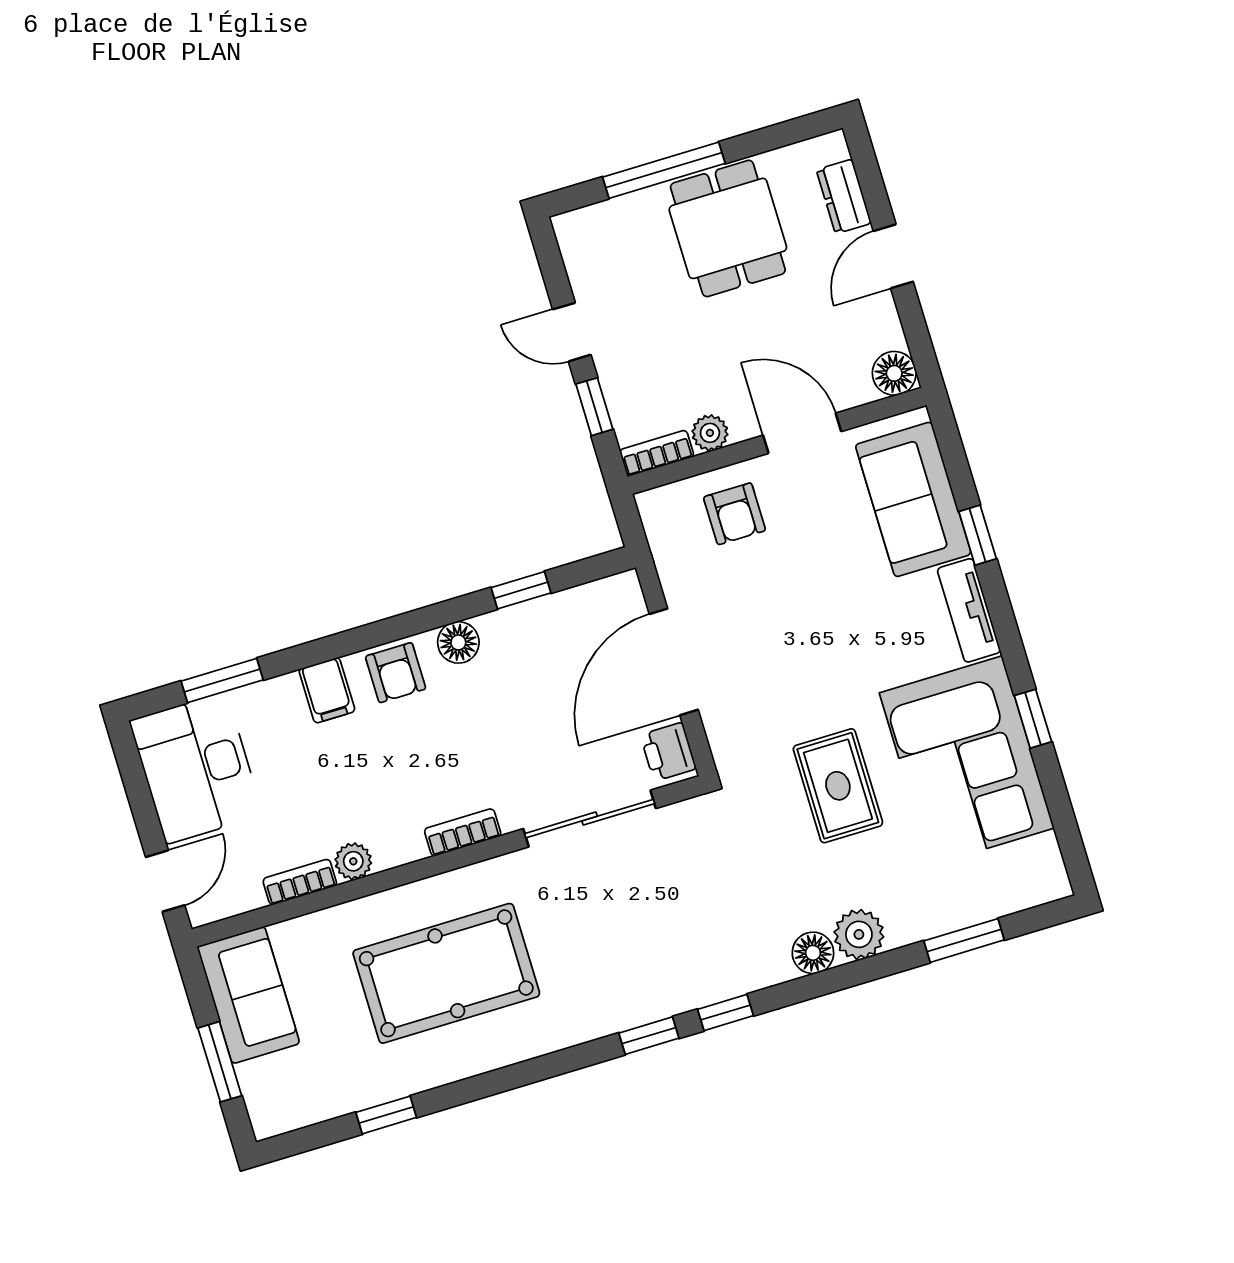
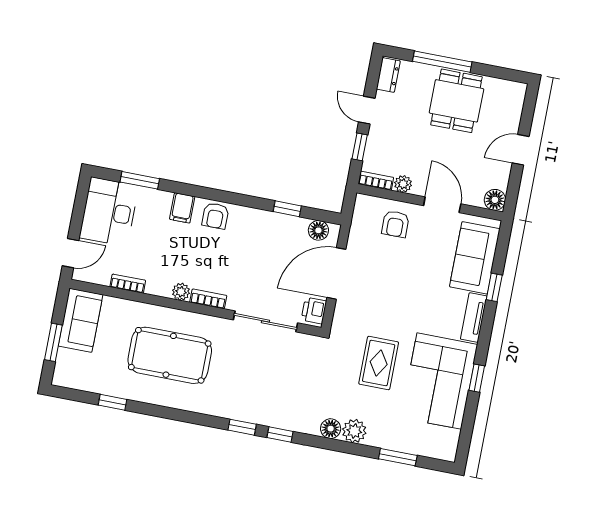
dresser: (844, 196) -> (388, 75), moved, turned 180
floor lamp: (458, 642) -> (318, 230), moved
plant: (353, 861) -> (181, 292), moved

